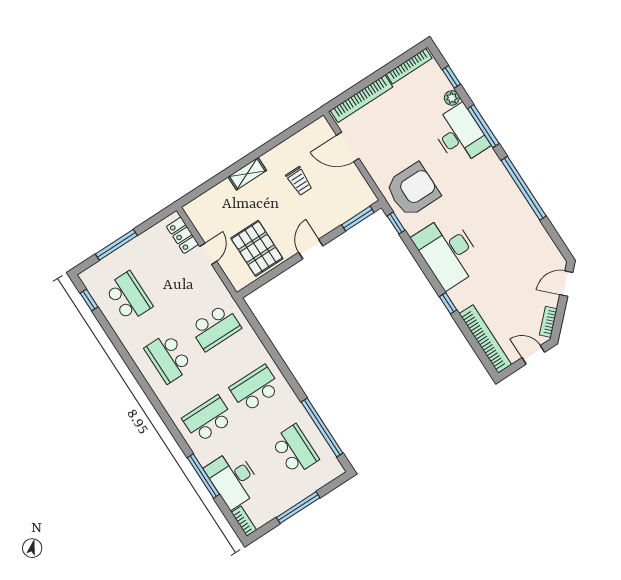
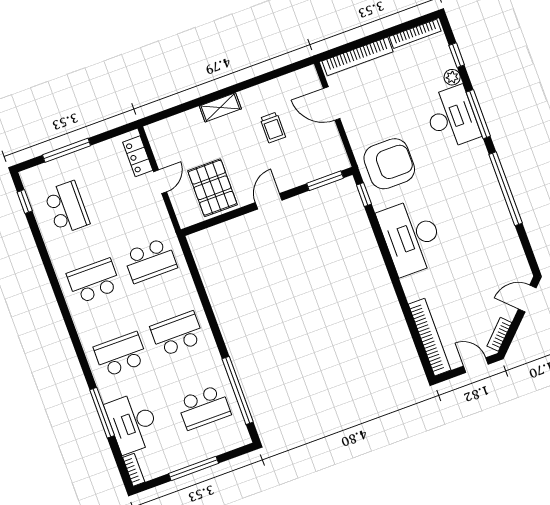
window: (448, 303) -> (399, 291), removed
school desk: (168, 358) -> (94, 281), turned 90
school desk: (295, 450) -> (204, 407), turned 90

